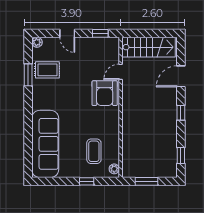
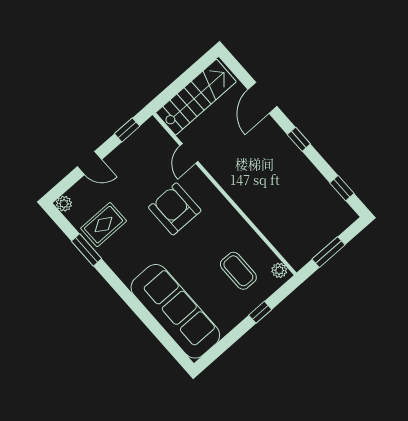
armchair: (105, 93) -> (175, 209), moved, turned 180

